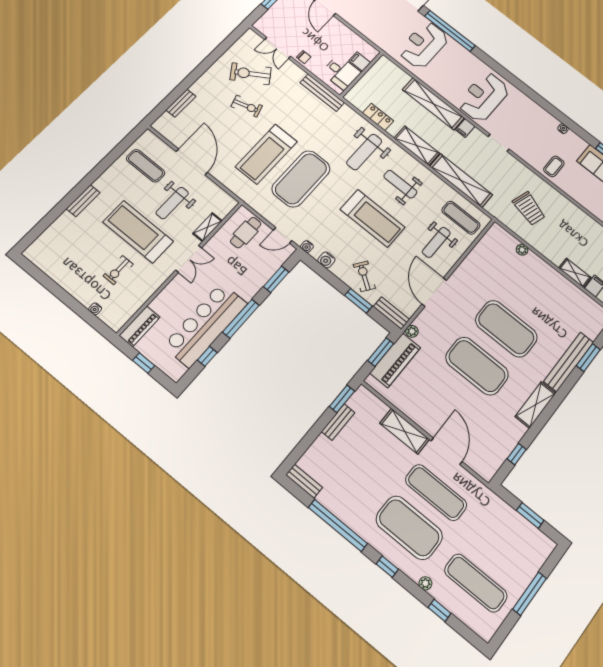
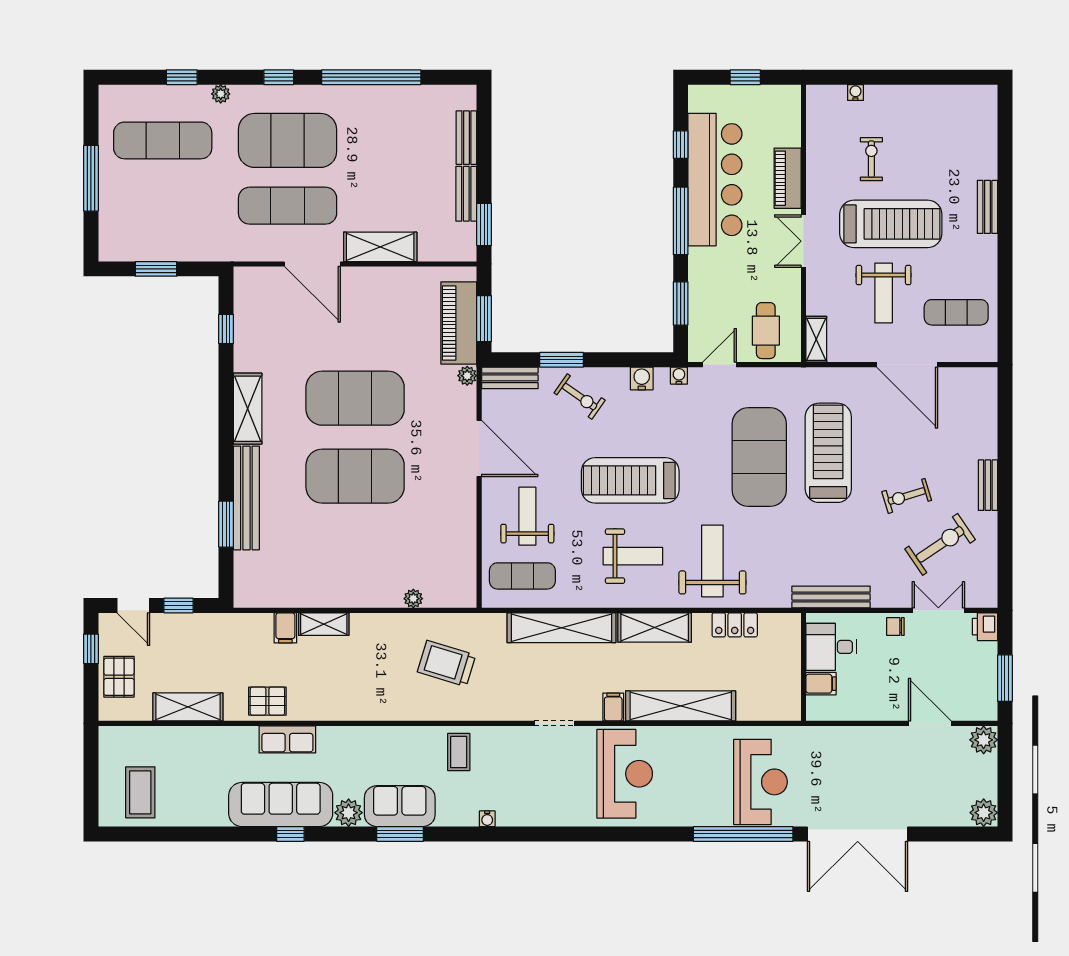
printer: (263, 25) -> (985, 627), added
bench: (181, 103) -> (988, 485), moved
weight bench: (172, 203) -> (884, 293), turned 180
shelving: (207, 227) -> (816, 339), moved
piano: (140, 326) -> (788, 178), moved
bench: (304, 481) -> (466, 138), moved, turned 90

